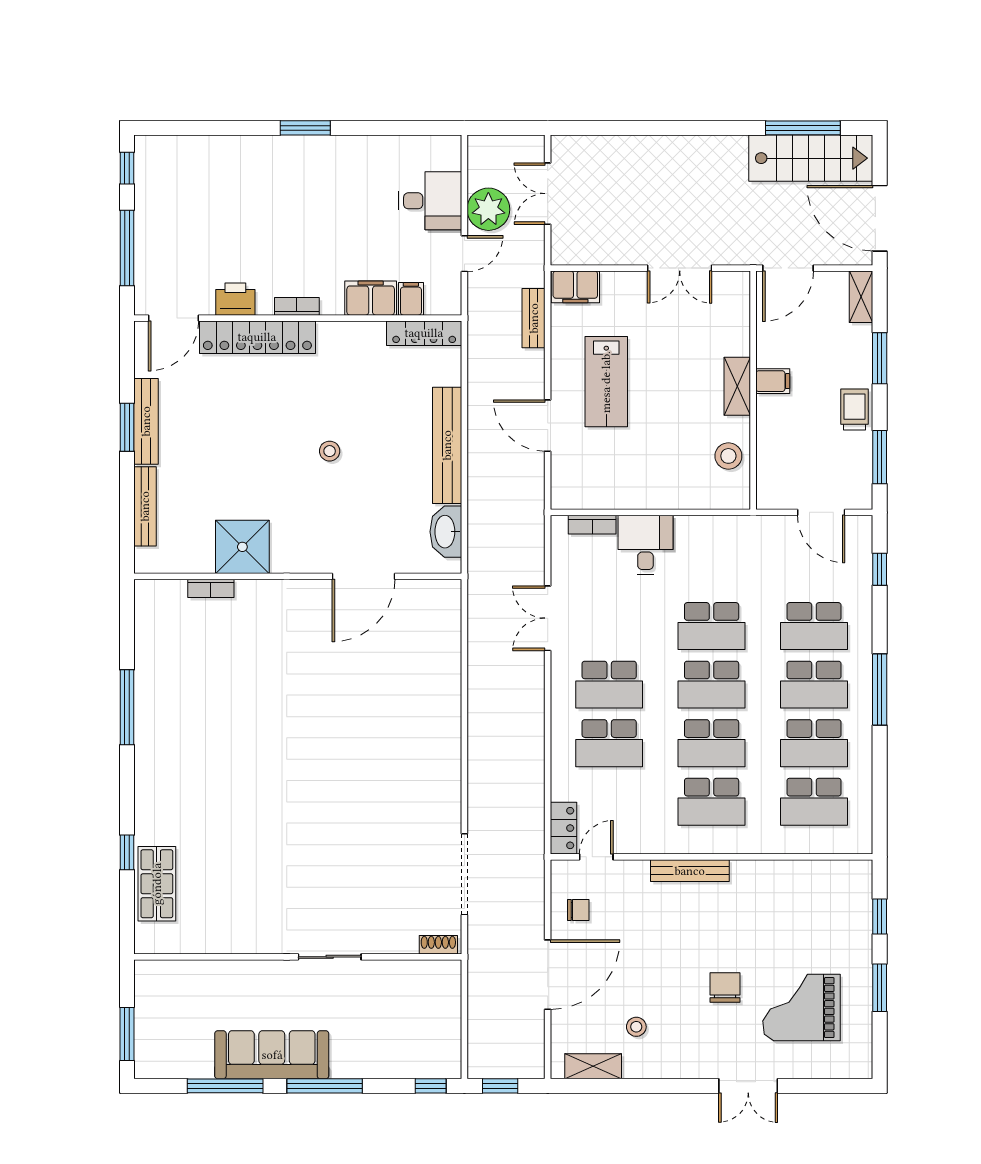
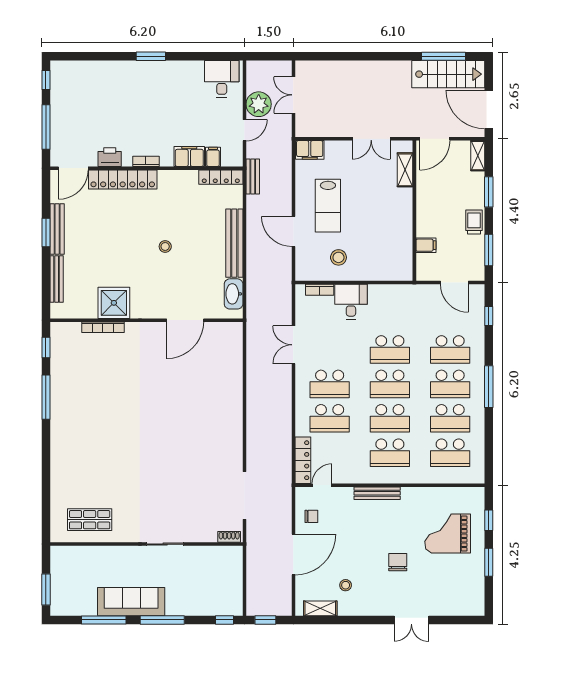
desk: (430, 201) -> (222, 79), moved, turned -90
bench: (534, 318) -> (253, 176), moved
filing cabinet: (773, 381) -> (426, 245), moved
shelving: (737, 386) -> (405, 170), moved
stool: (728, 456) -> (338, 257), moved
bookcase: (211, 588) -> (103, 327), width x1.56
locker: (564, 828) -> (303, 460), width x1.53
window: (127, 852) -> (46, 348), moved
shop shelf: (157, 884) -> (90, 520), moved, turned 90
grand piano: (801, 1008) -> (448, 534), moved

